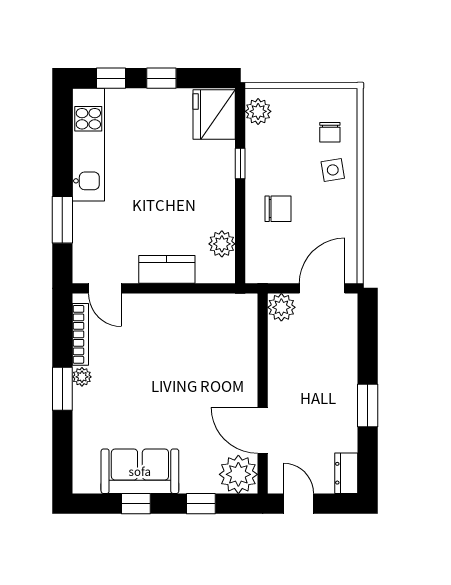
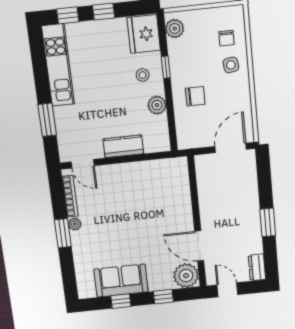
stool: (206, 171) -> (143, 75), added
plant: (222, 244) -> (157, 105), moved
plant: (281, 307) -> (204, 164), removed

